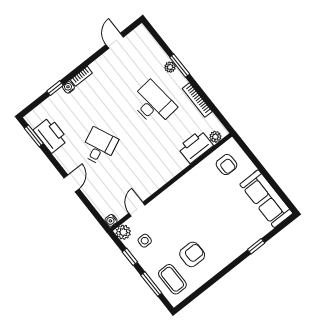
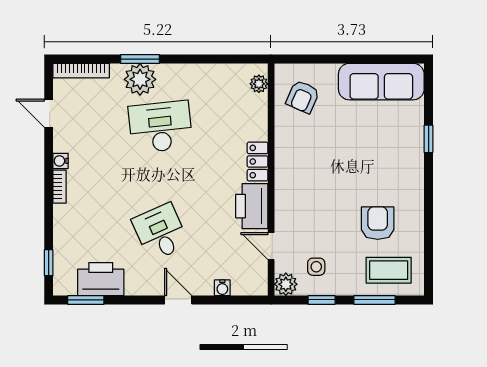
plant: (170, 67) -> (140, 79), width x1.88, depth x1.88
water cooler: (68, 87) -> (61, 161), moved
window: (55, 88) -> (49, 263), moved
bookcase: (197, 100) -> (81, 71), moved
printer: (195, 147) -> (252, 206), moved
armchair: (227, 165) -> (303, 97), turned 114
locker: (175, 168) -> (258, 162), added
water cooler: (111, 220) -> (222, 288), moved

